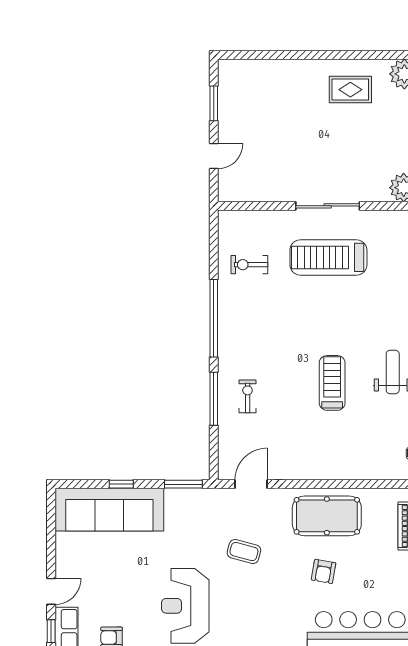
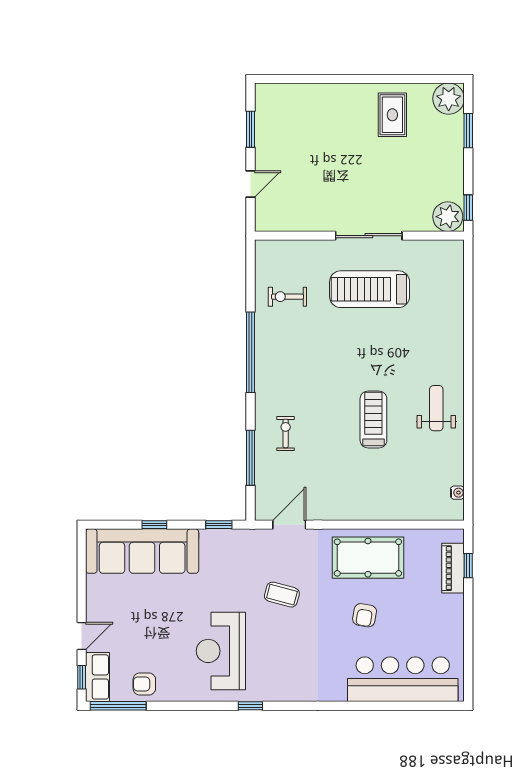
rug: (350, 90) -> (392, 115), turned 90
window: (214, 399) -> (251, 458), moved
window: (183, 484) -> (219, 525), width x0.67

